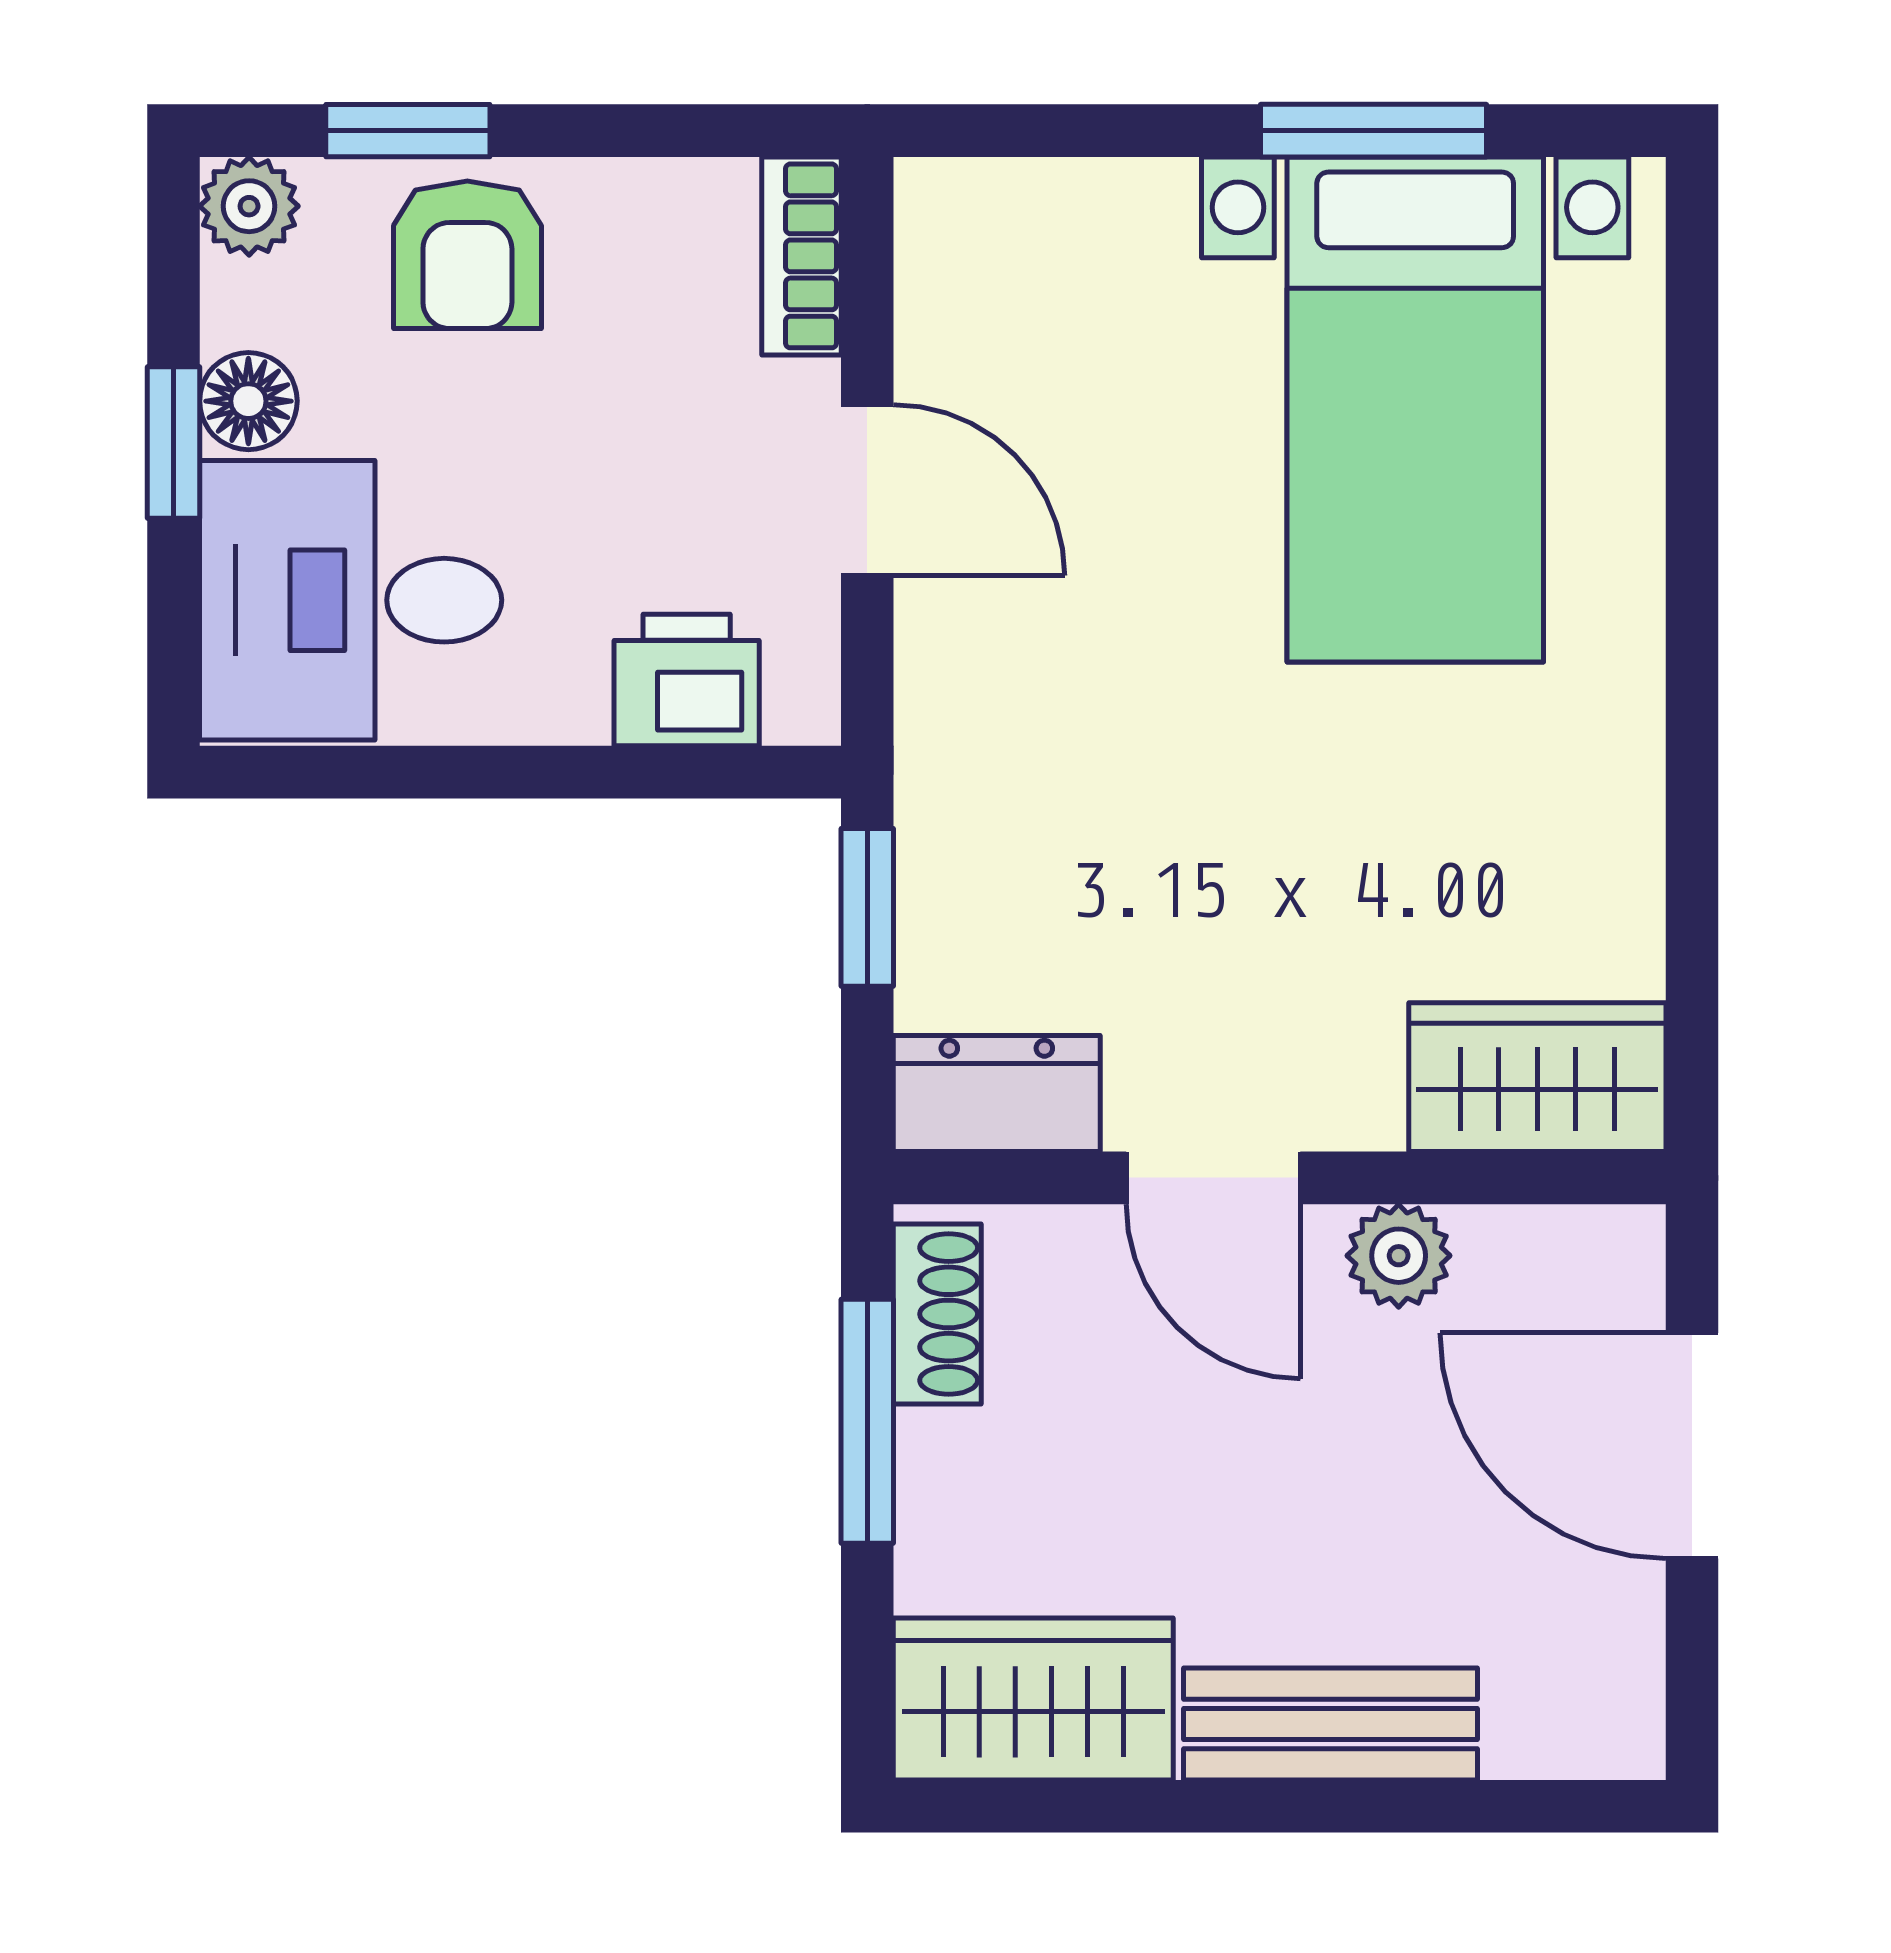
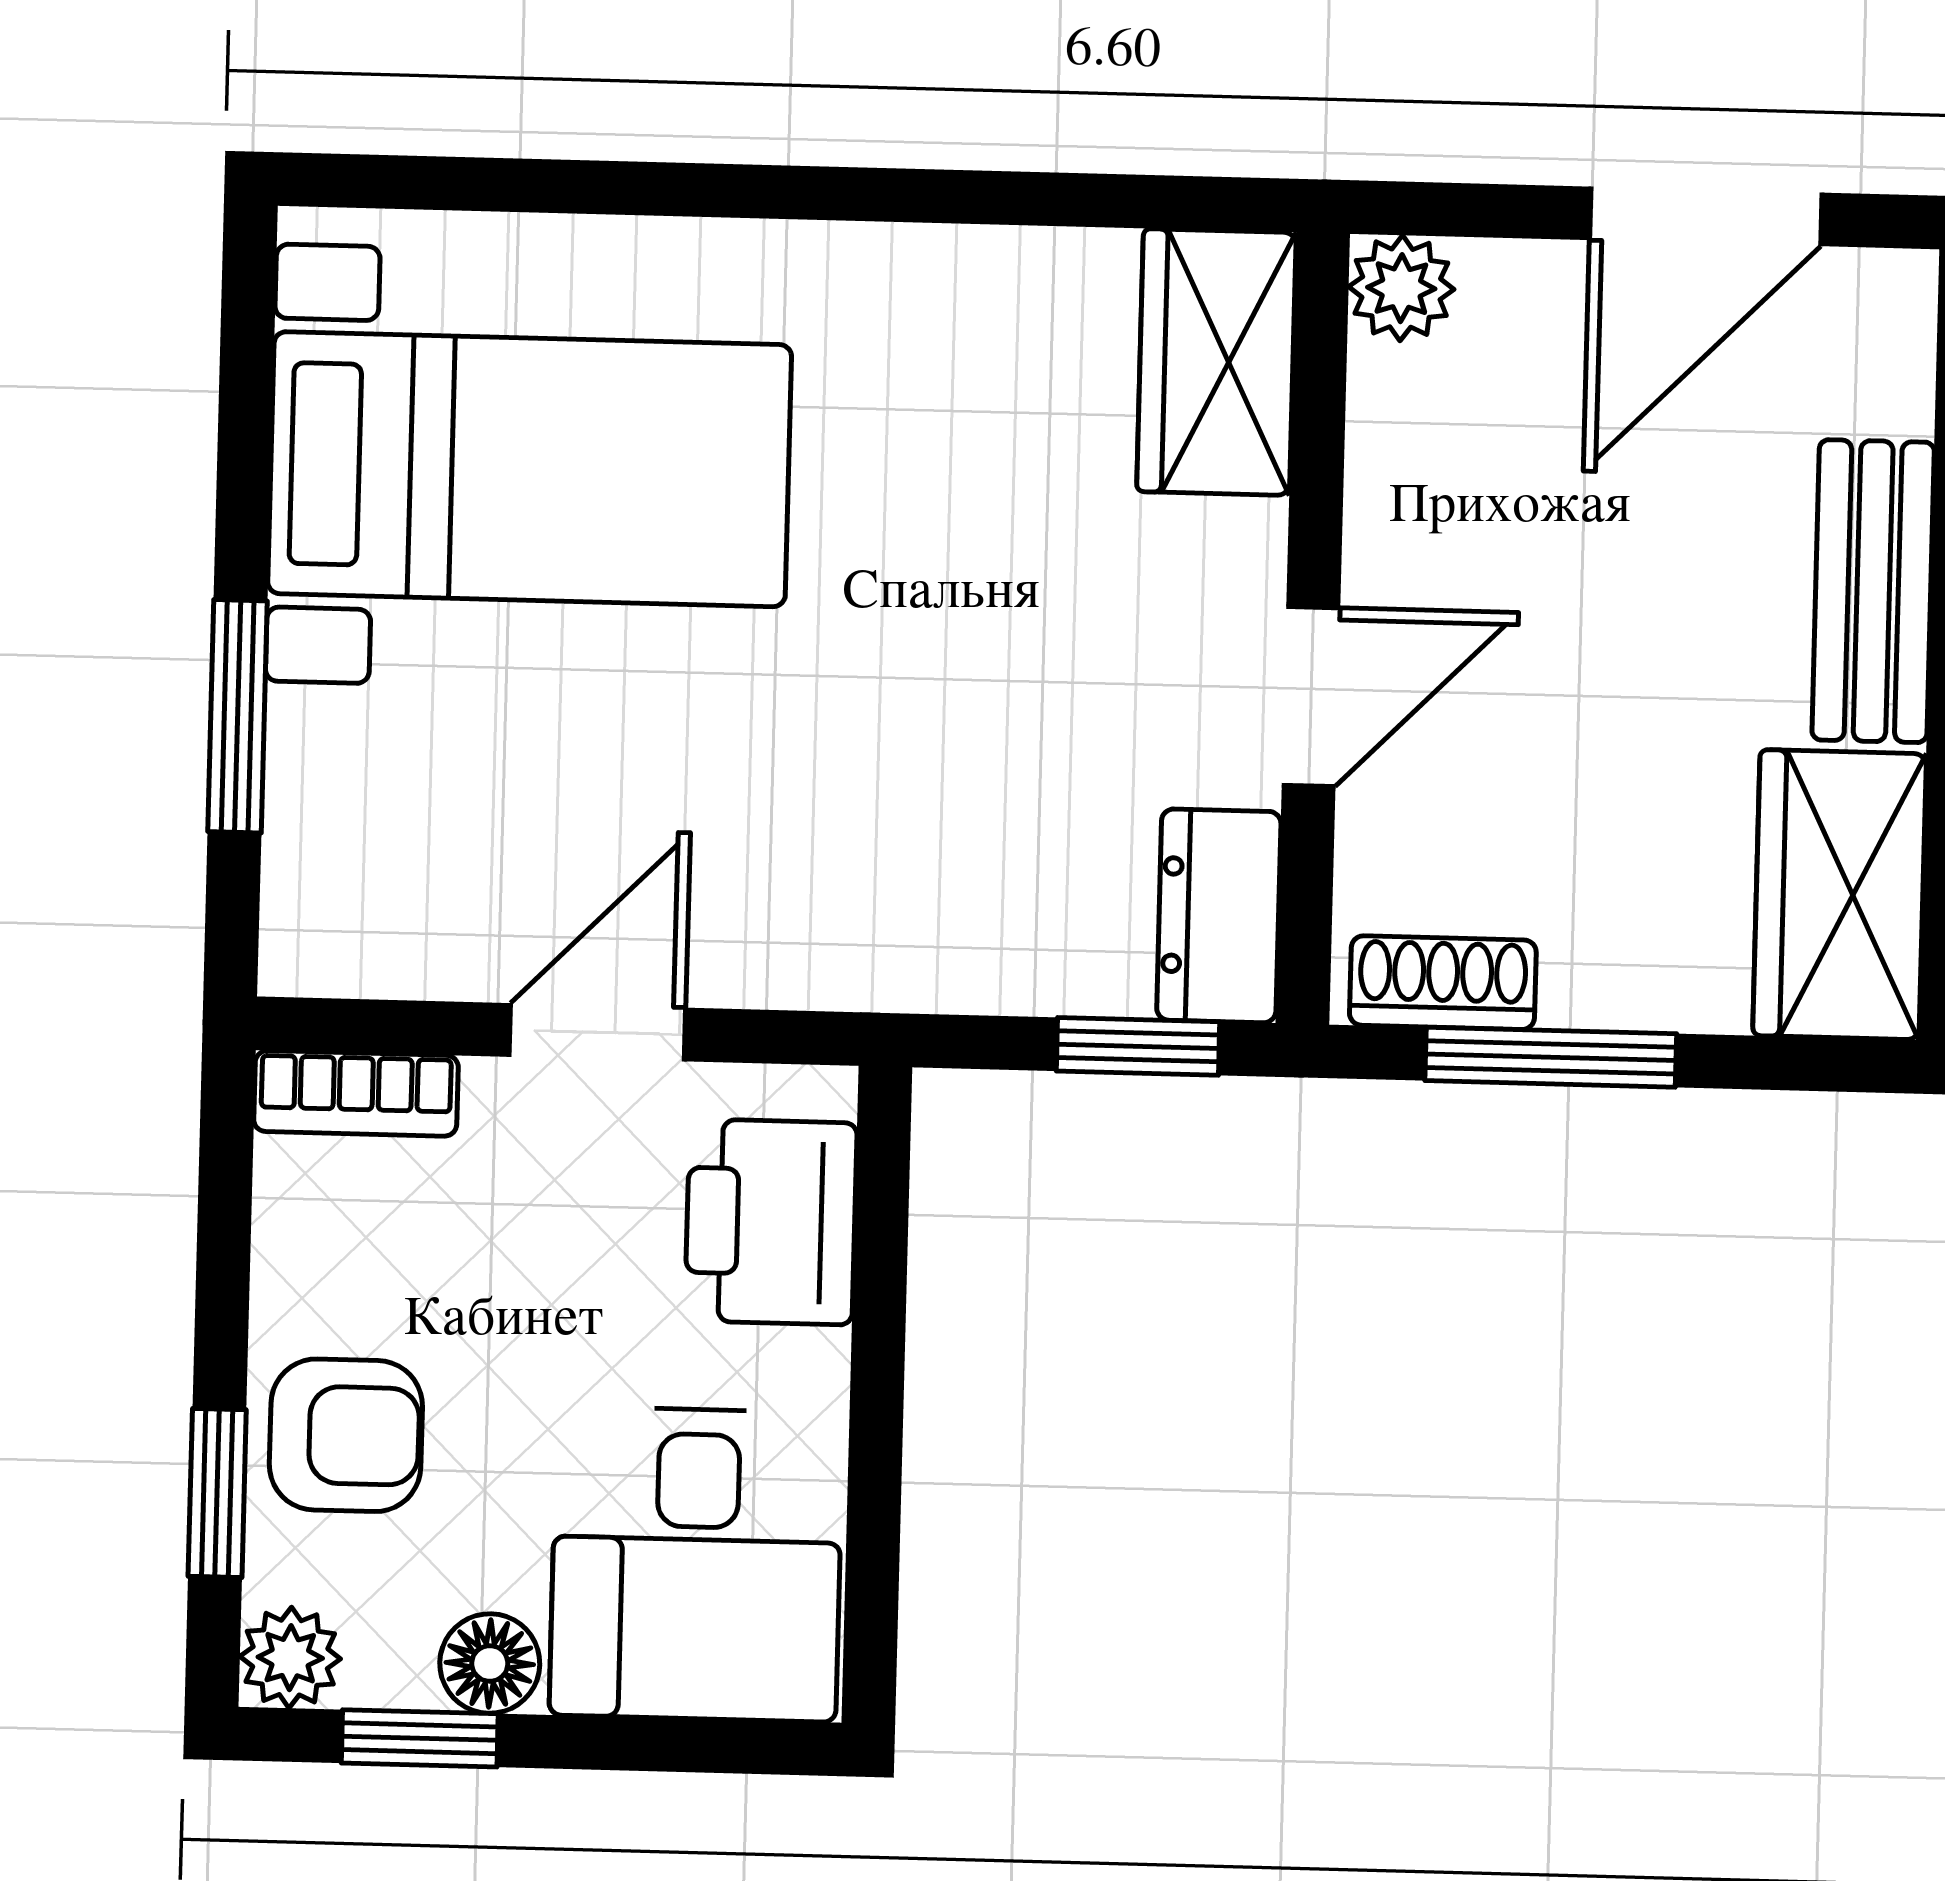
window: (1374, 131) -> (238, 716), moved
window: (174, 443) -> (420, 1738), moved
printer: (687, 680) -> (771, 1222), width x1.36, depth x1.24
window: (867, 907) -> (1138, 1046), moved
plant: (1399, 1256) -> (1401, 288), moved
door: (1692, 1446) -> (1706, 216), moved

